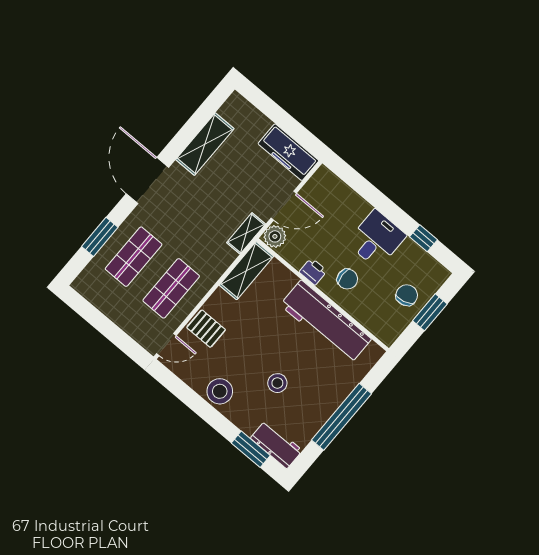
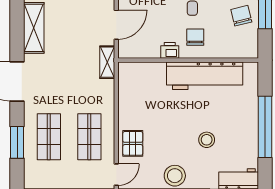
plant: (275, 236) -> (127, 49), removed
shelving: (246, 271) -> (127, 85), removed
chair: (347, 279) -> (195, 37), turned -87
pallet: (206, 329) -> (133, 143), turned 90

